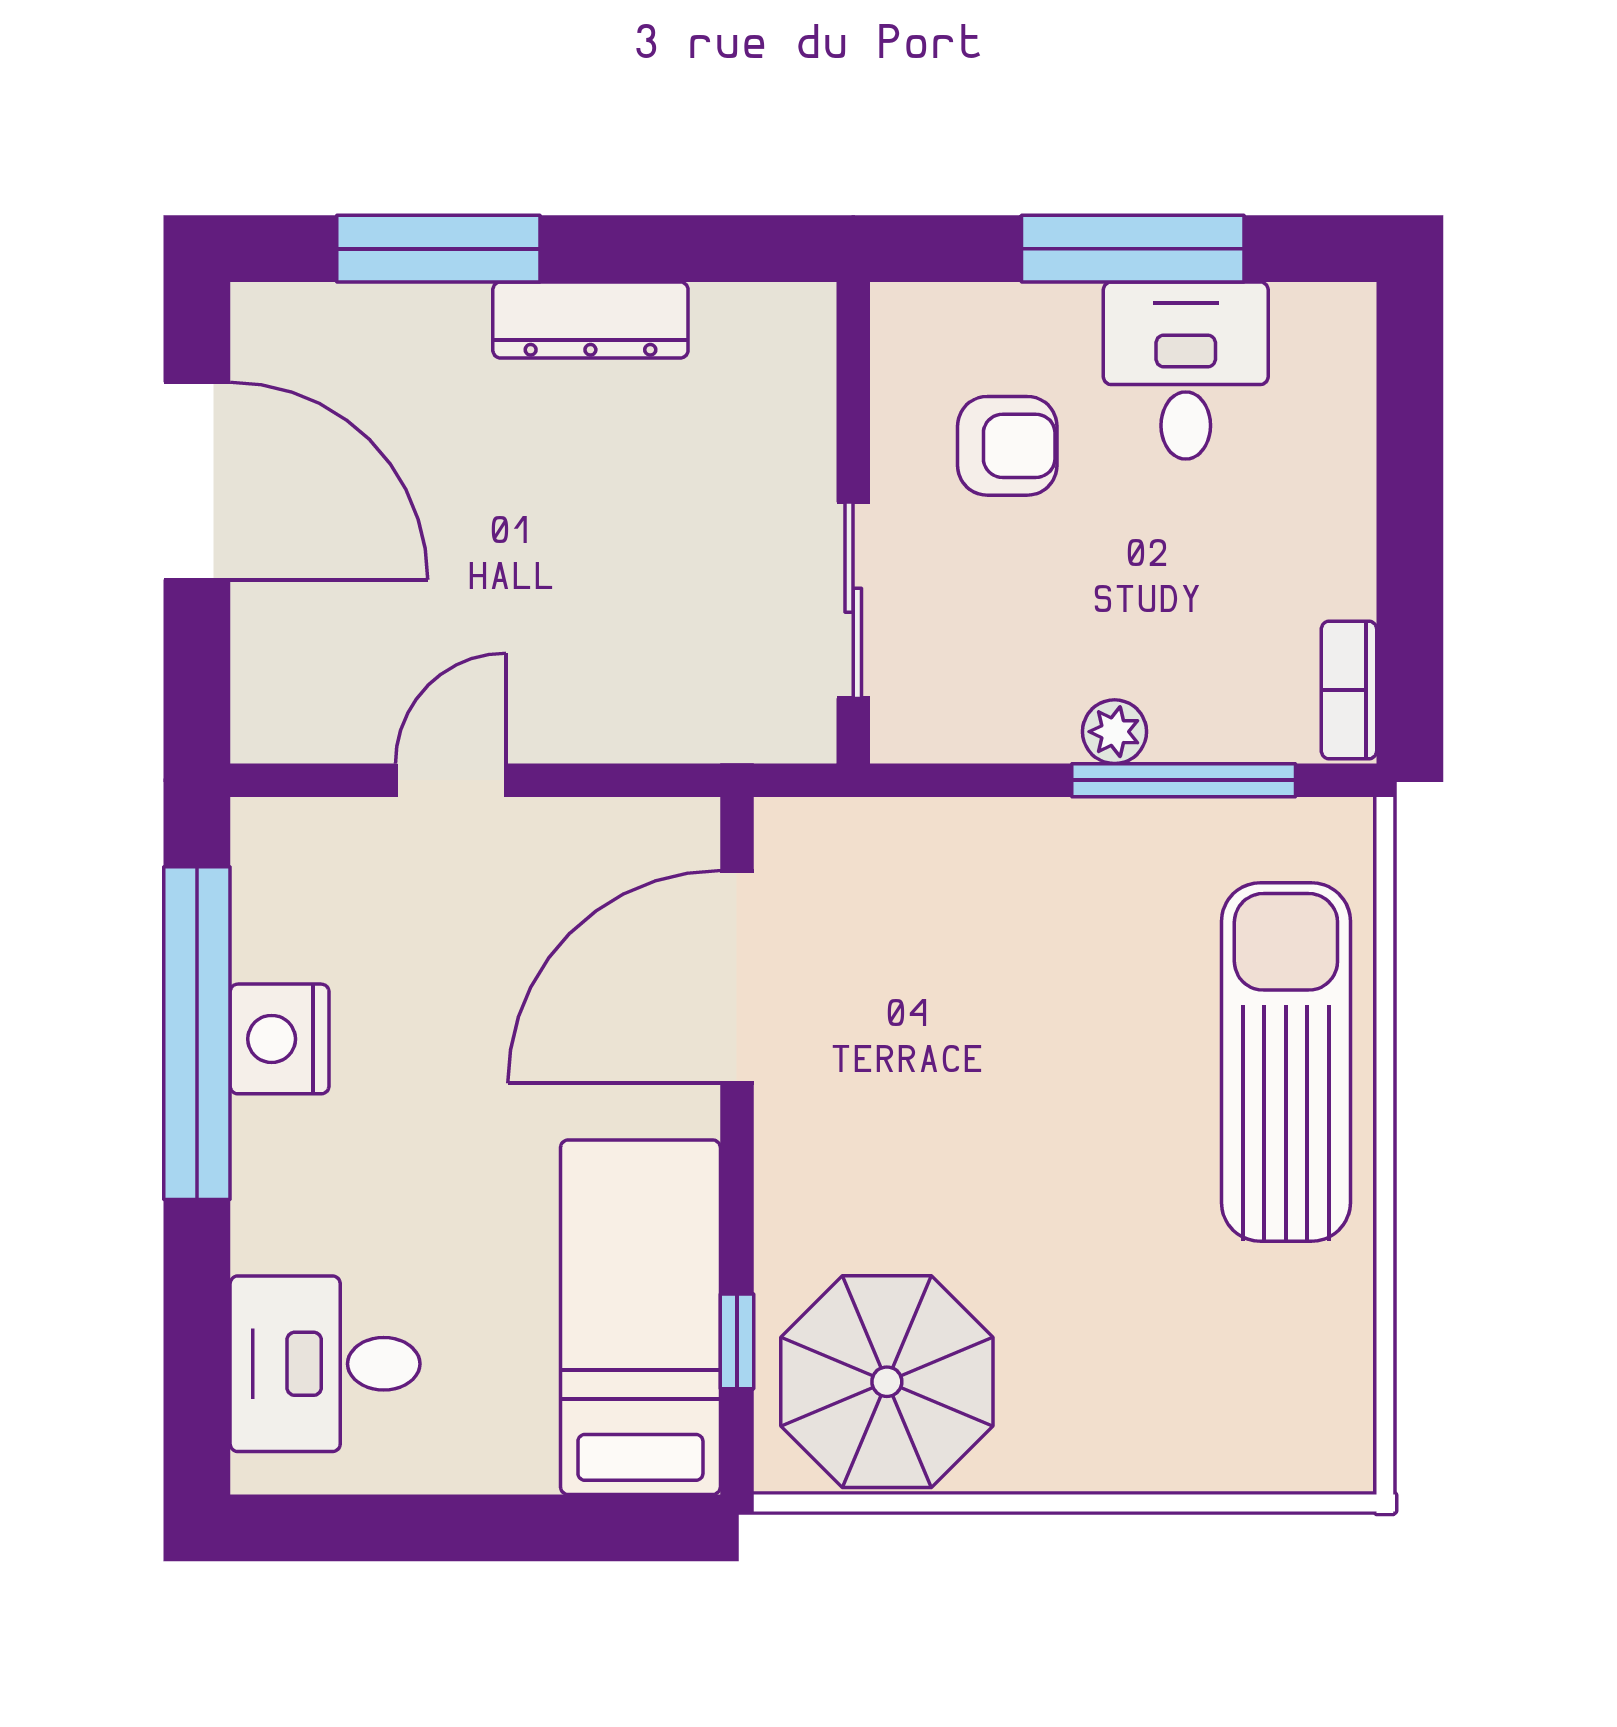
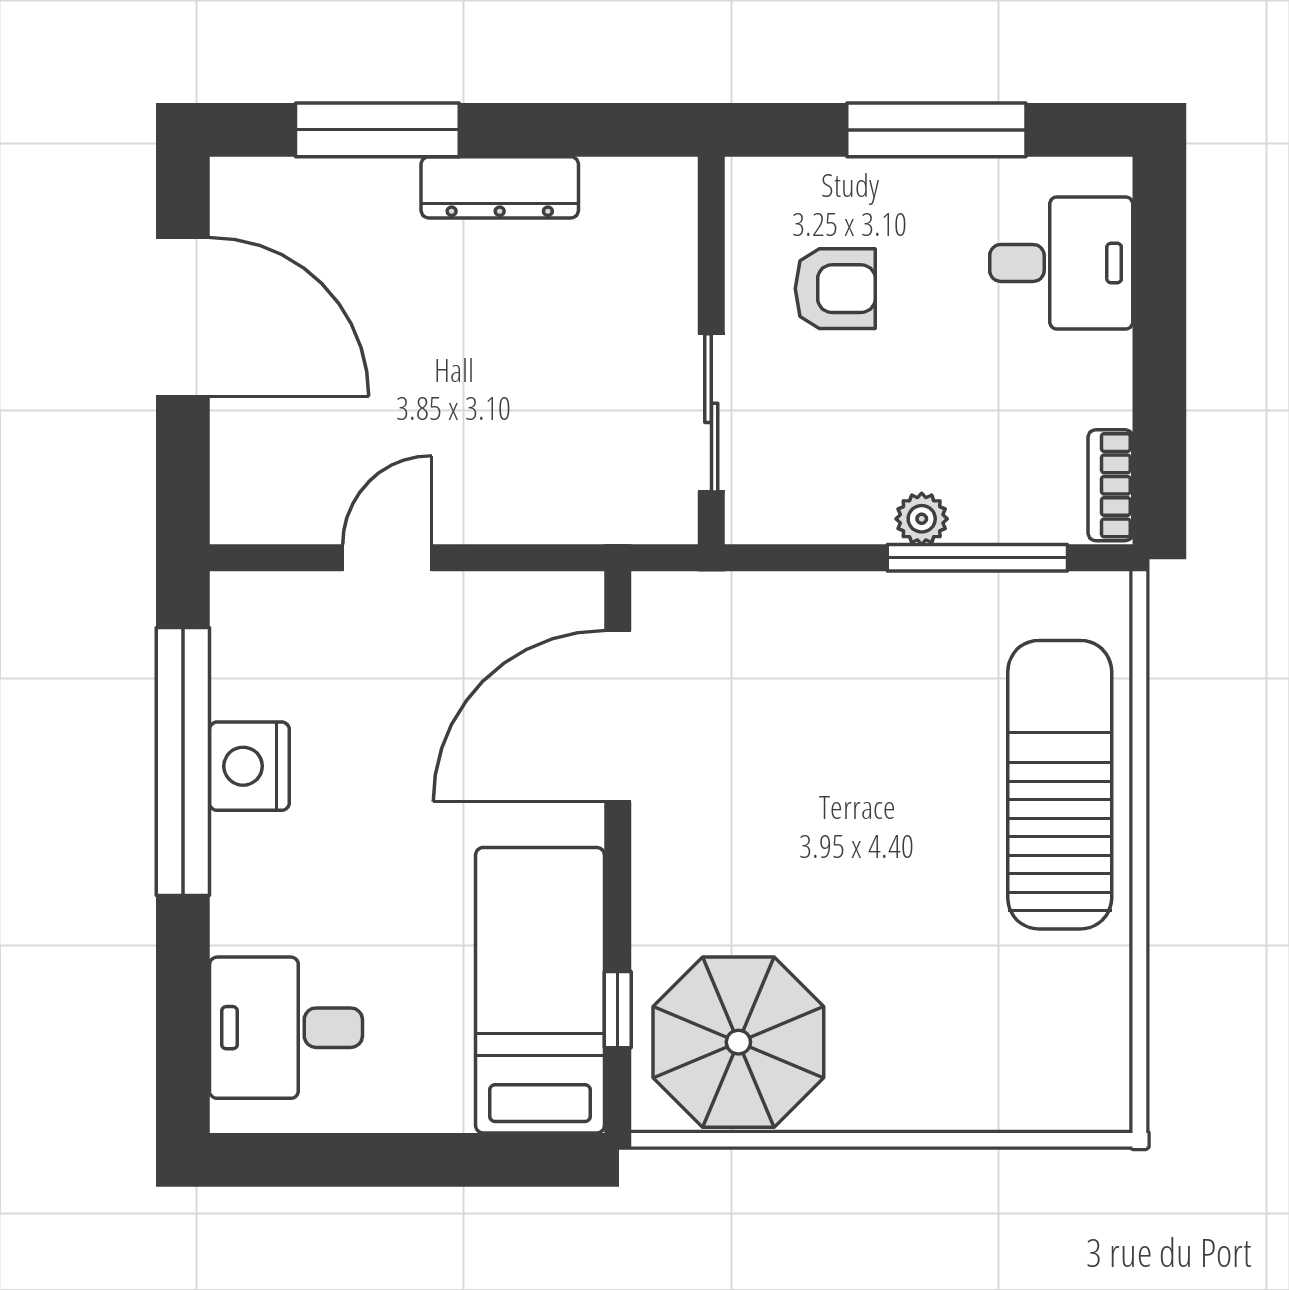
desk: (1186, 371) -> (1061, 263), moved, turned 90

